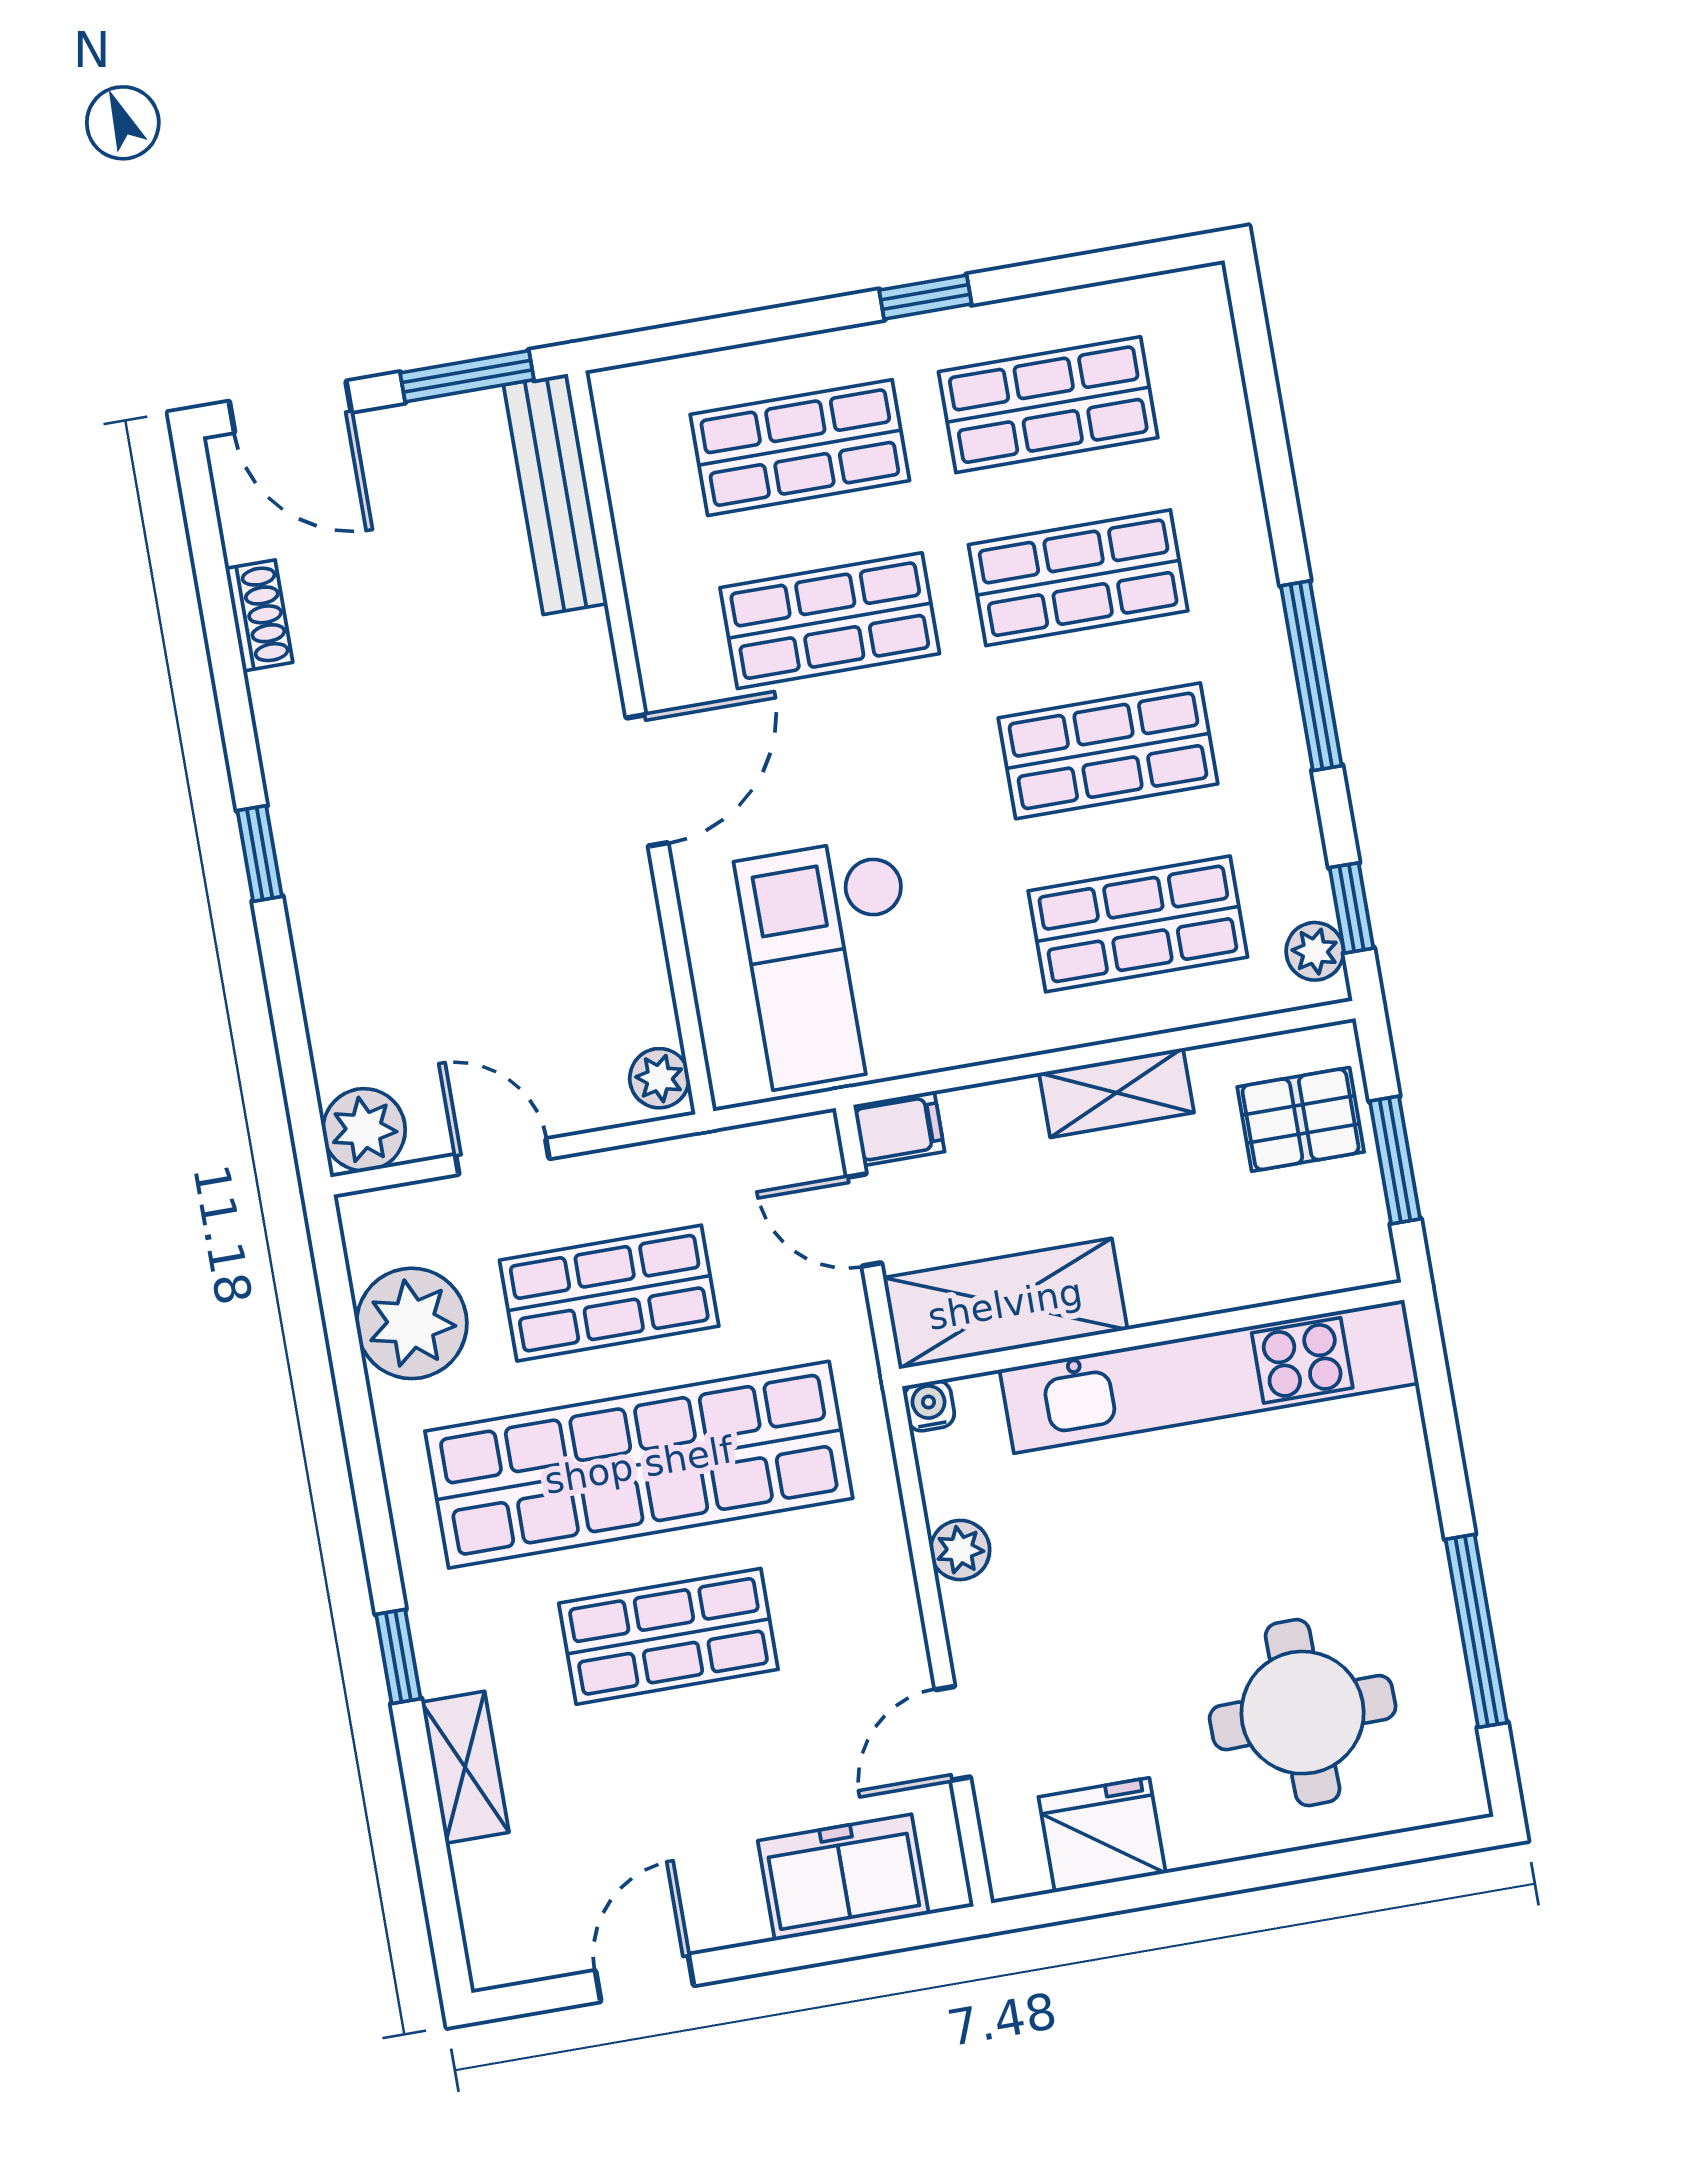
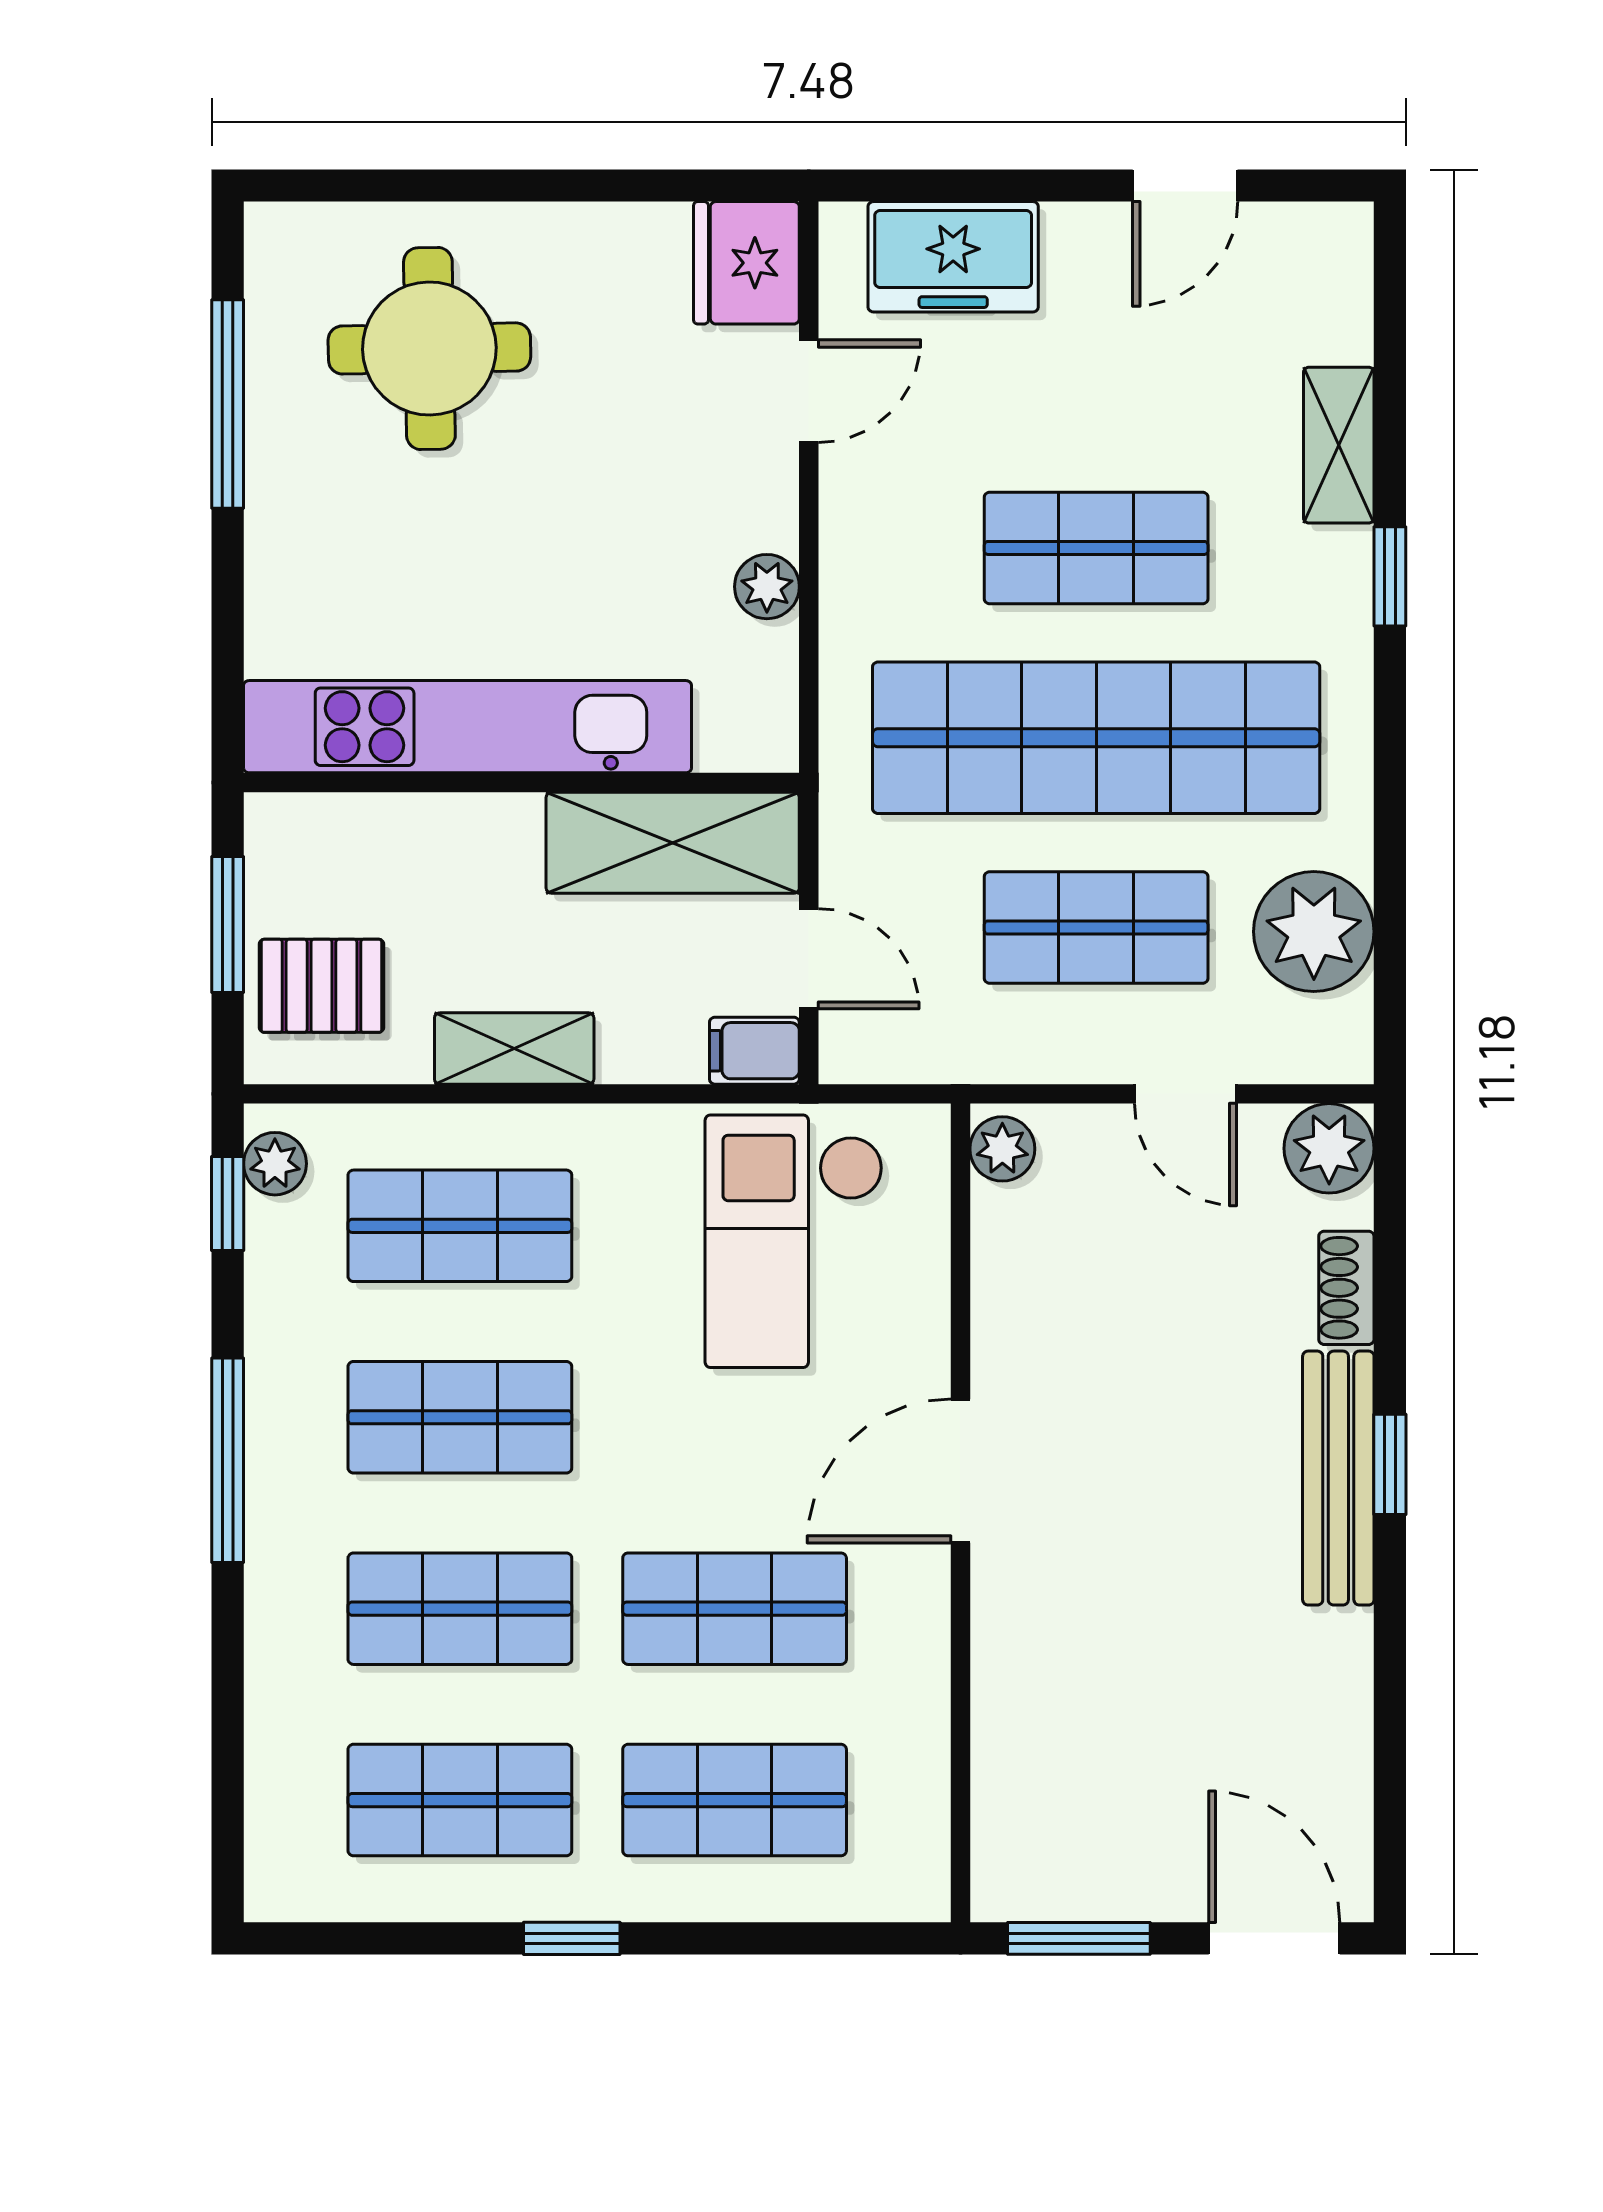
bench: (555, 494) -> (1338, 1478), moved
shoe rack: (259, 615) -> (1346, 1288), moved
checkout: (833, 962) -> (794, 1241), turned 180
water cooler: (929, 1406) -> (773, 747), removed
fridge: (1102, 1835) -> (746, 263), moved, turned 90

